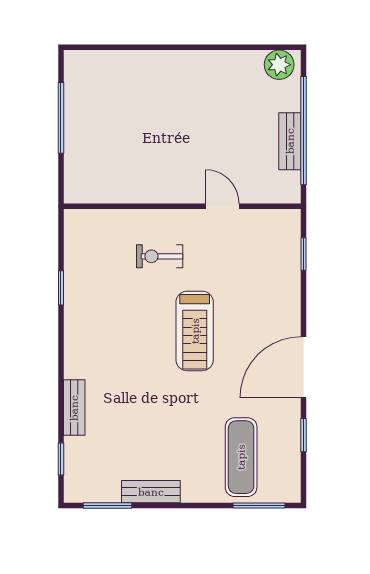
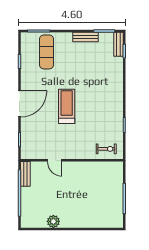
plant: (279, 65) -> (53, 221), moved
bench: (290, 141) -> (25, 174), moved
exercise bike: (160, 256) -> (106, 149), moved
door: (304, 367) -> (20, 104), moved
bench: (74, 408) -> (119, 44), moved

